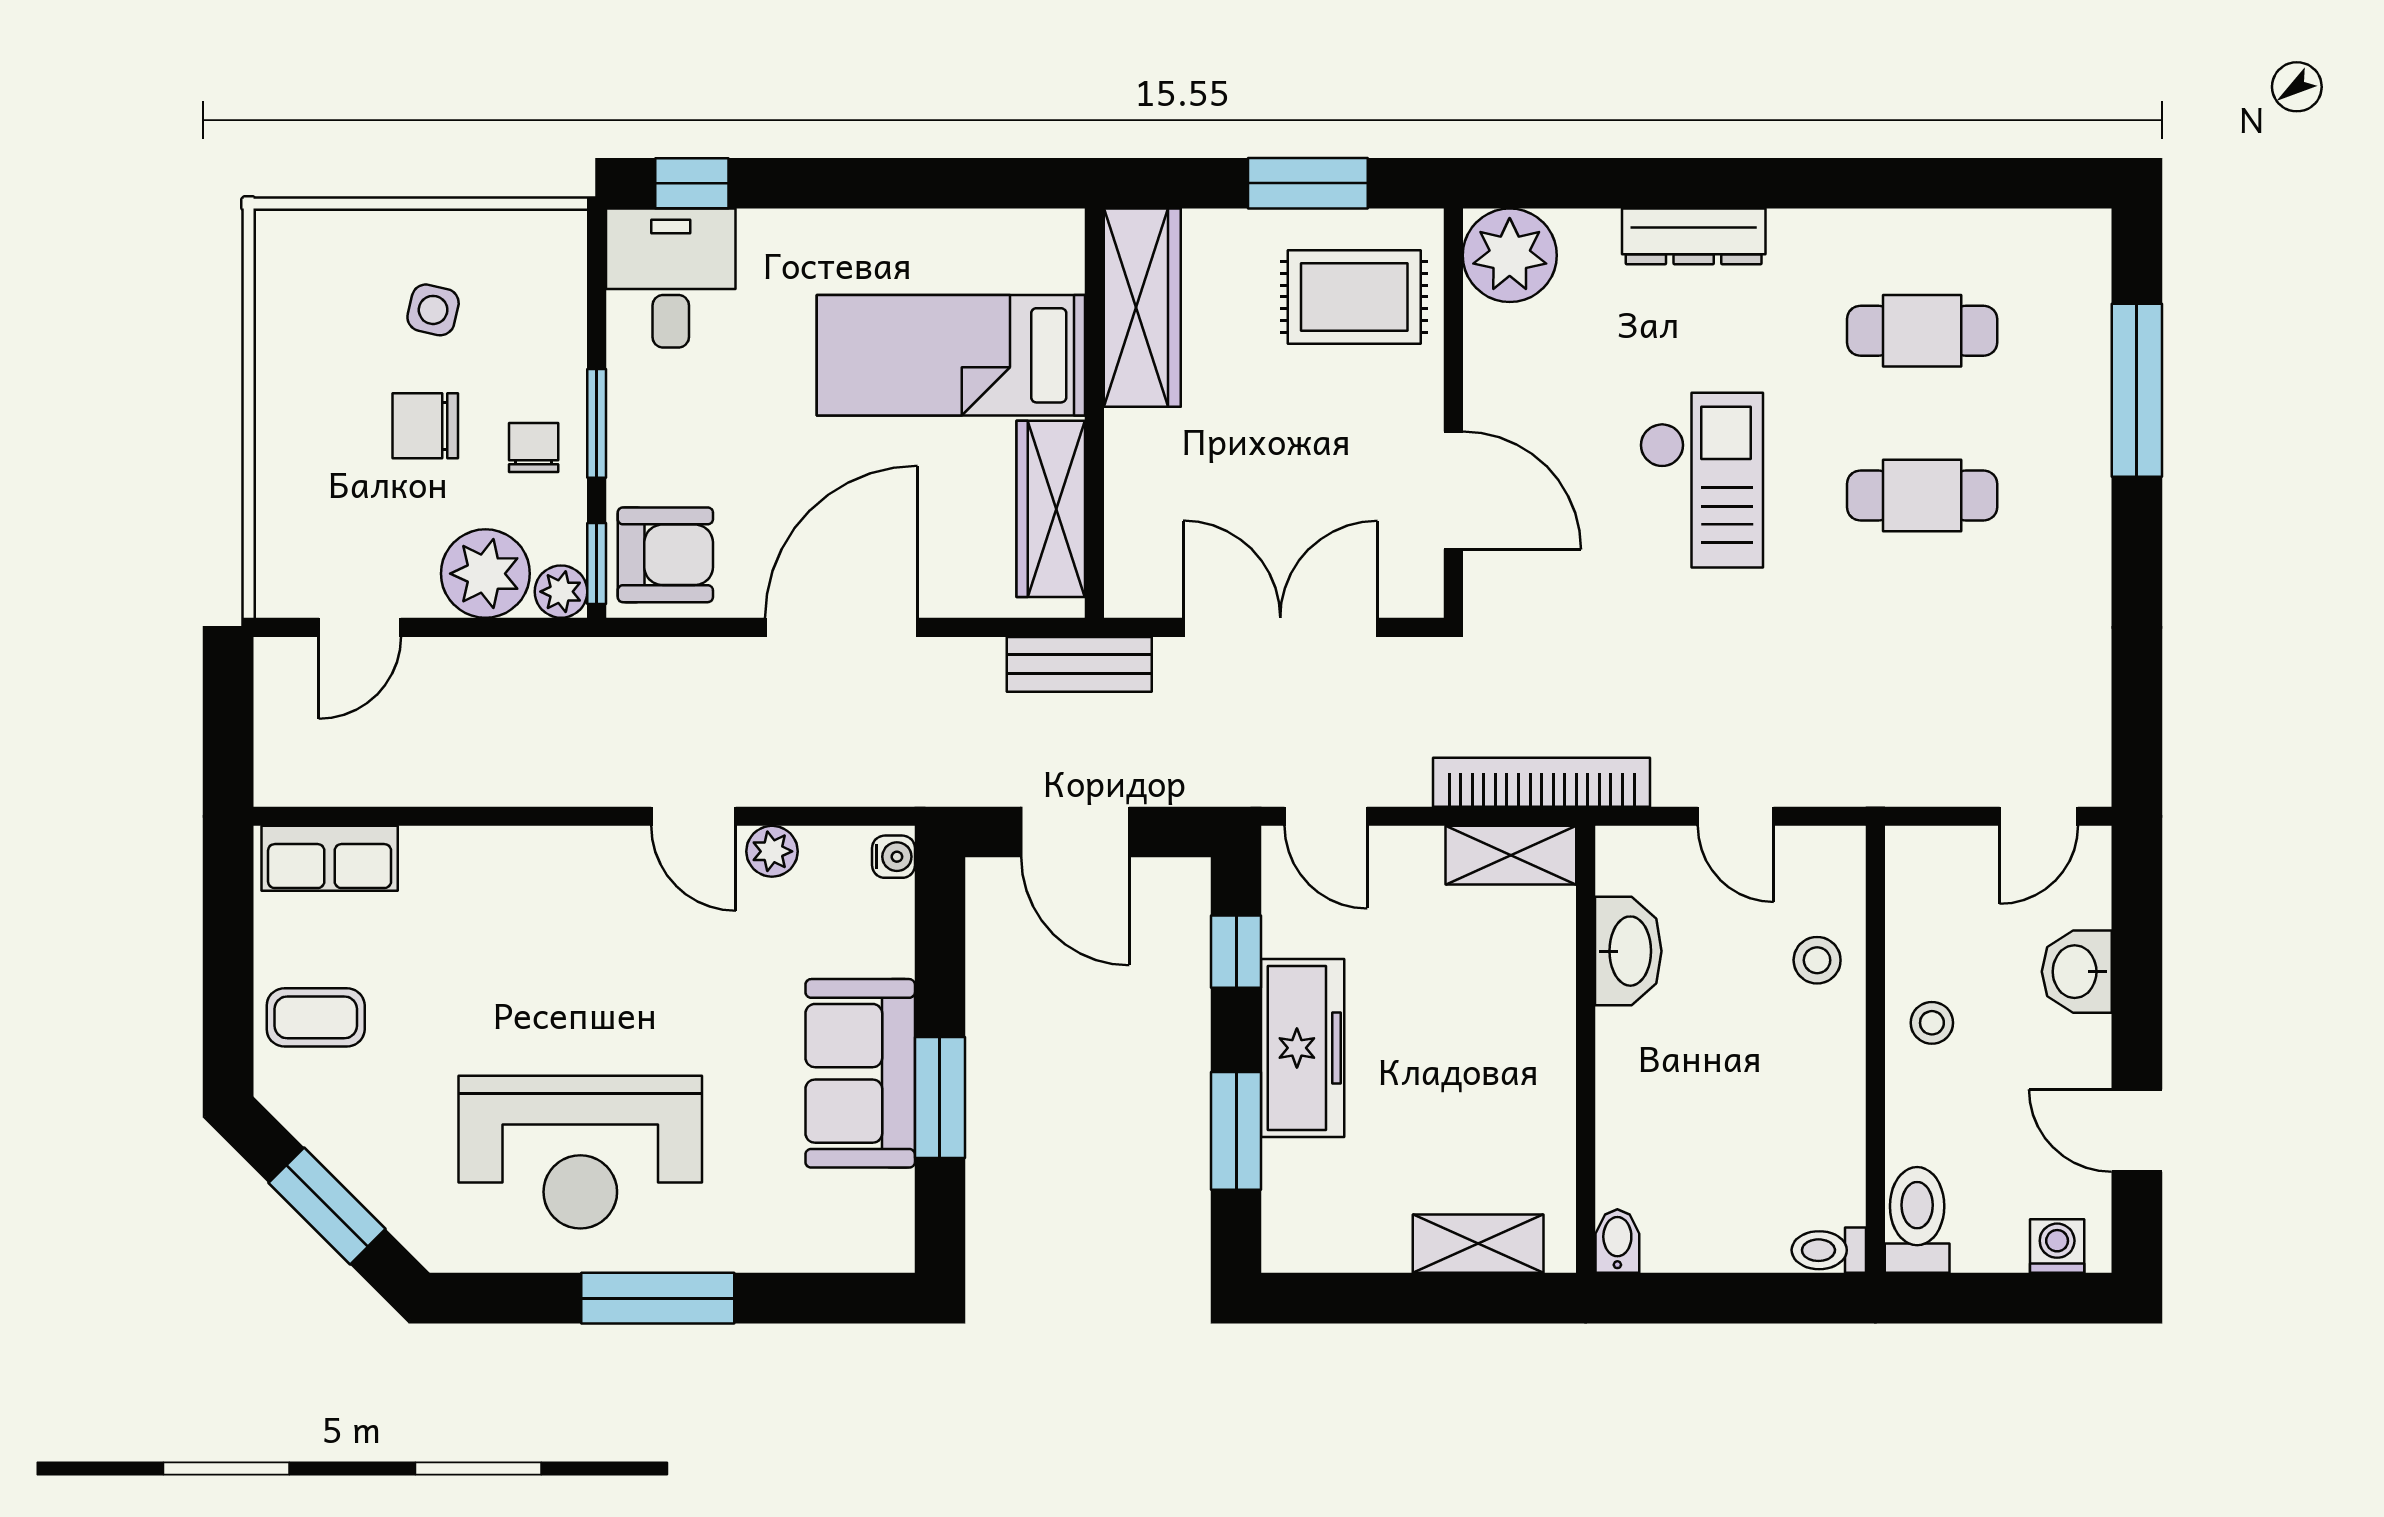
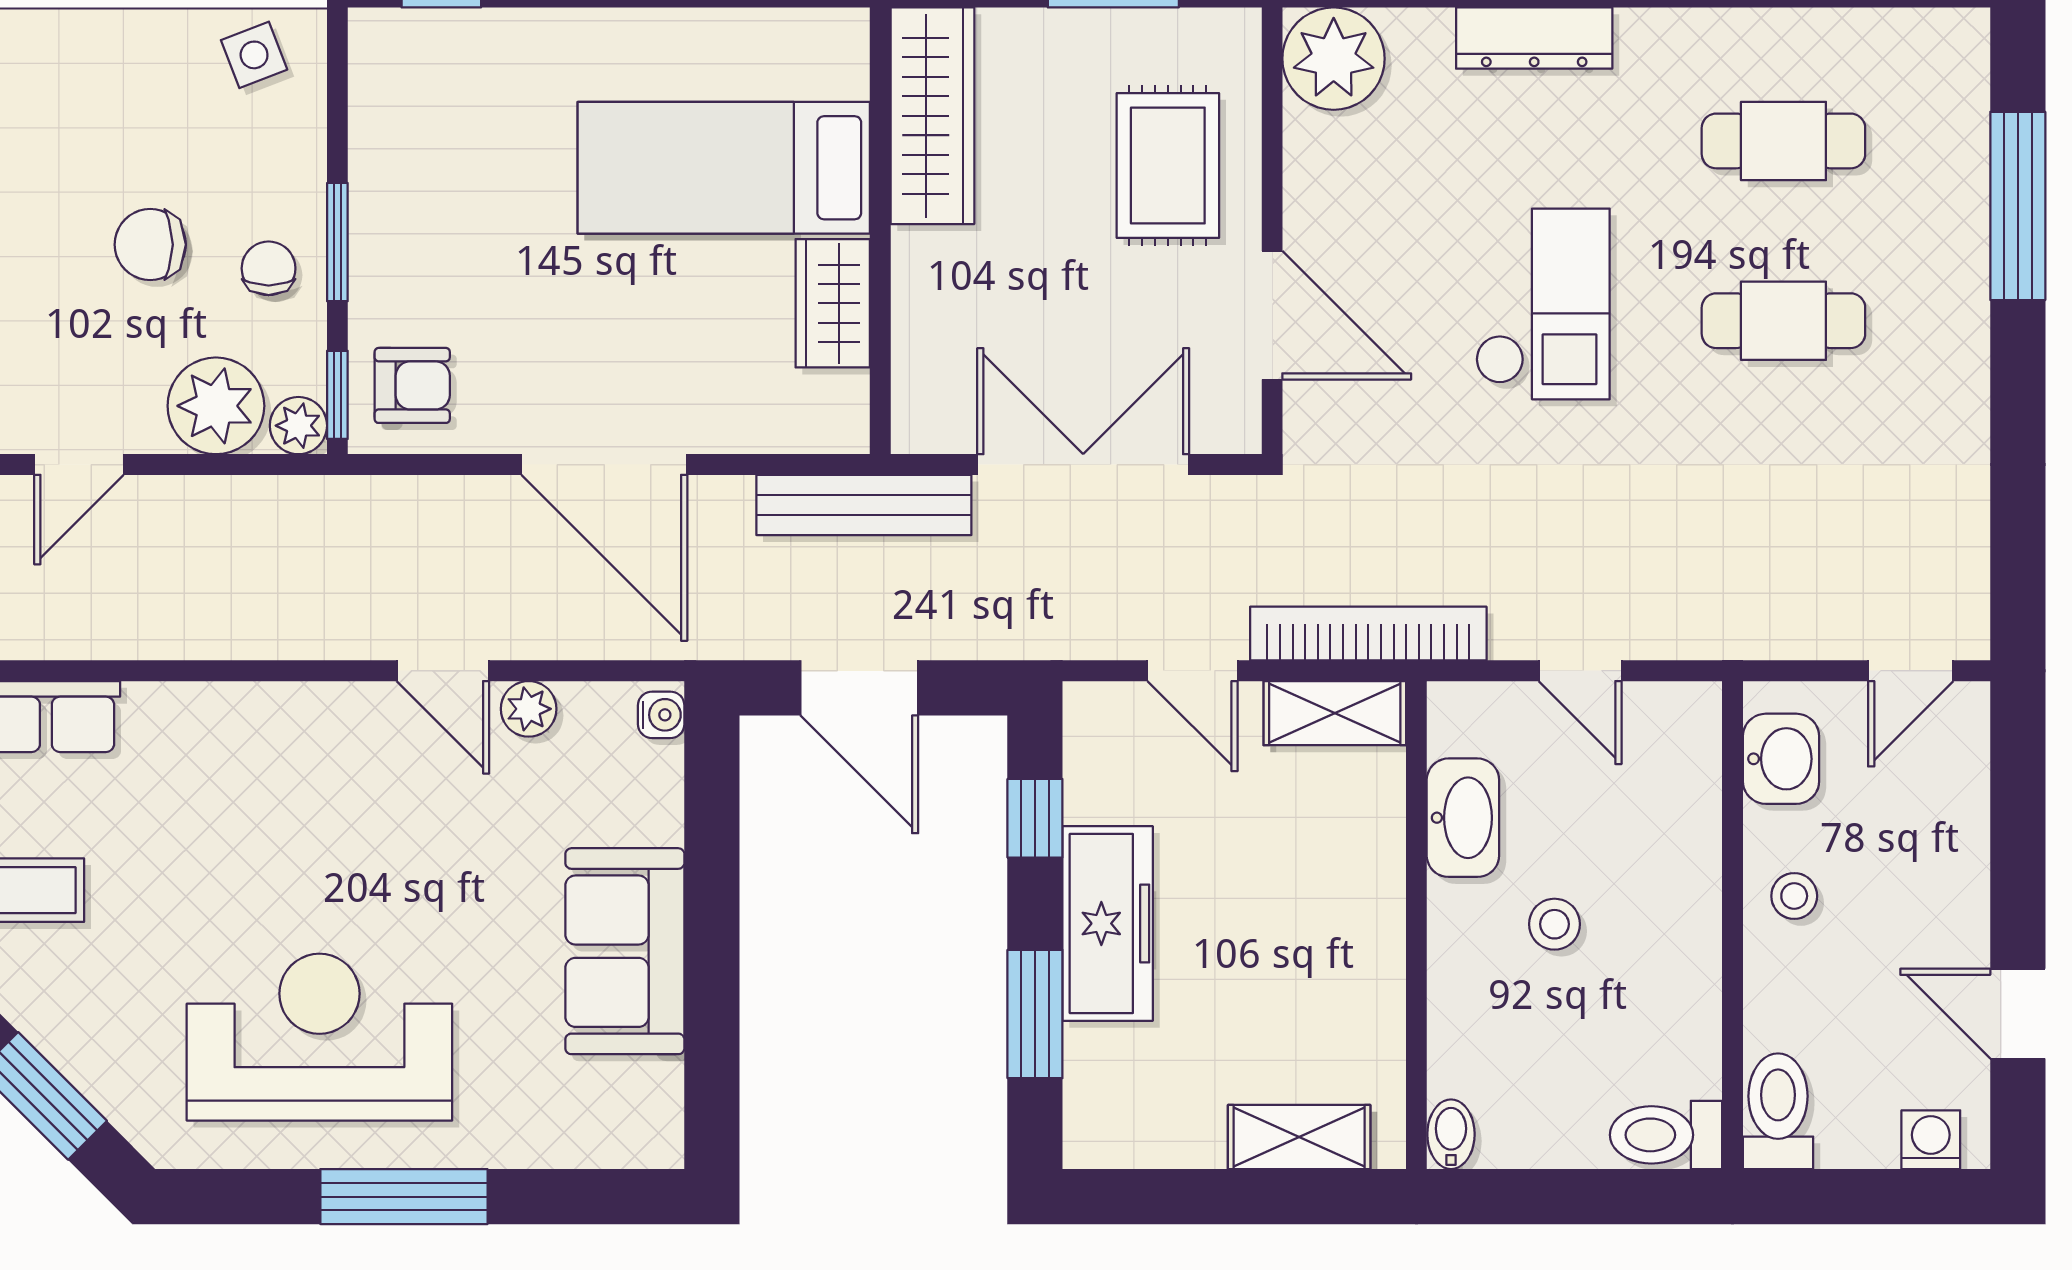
desk: (671, 278) -> (418, 83), removed
rug: (1354, 297) -> (1168, 165), moved, turned 90
side table: (433, 310) -> (254, 55), moved, turned -34
wardrobe: (1051, 509) -> (833, 303), width x0.67
armchair: (665, 555) -> (412, 385), width x0.72, depth x0.72
door: (841, 627) -> (604, 465), swing flipped
bench: (1079, 664) -> (864, 505), width x1.36
door: (1326, 816) -> (1193, 671), moved
stool: (1817, 960) -> (1554, 924), moved
washbasin: (2077, 972) -> (1781, 759), moved, turned 180
window: (940, 1097) -> (712, 978), removed
reception desk: (580, 1152) -> (319, 1037), turned 180
toilet: (1829, 1250) -> (1666, 1135), width x1.37, depth x1.39

